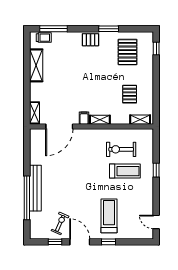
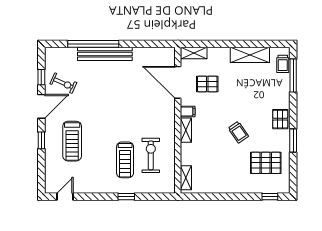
trolley: (102, 75) -> (238, 132), added
pallet: (130, 94) -> (207, 84), moved
treadmill: (109, 216) -> (72, 141), turned 90

